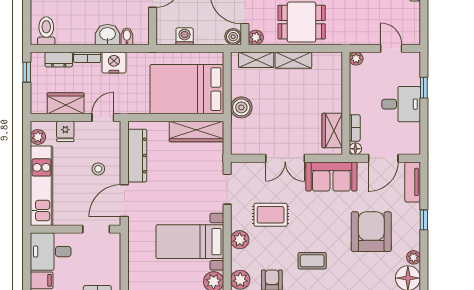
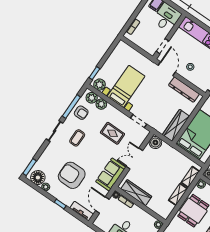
boiler: (241, 107) -> (155, 142), moved
wardrobe: (332, 131) -> (136, 193), width x1.50
rug: (271, 215) -> (112, 133), turned 90
armchair: (371, 232) -> (72, 175), turned 180
plant: (240, 240) -> (101, 104), moved

